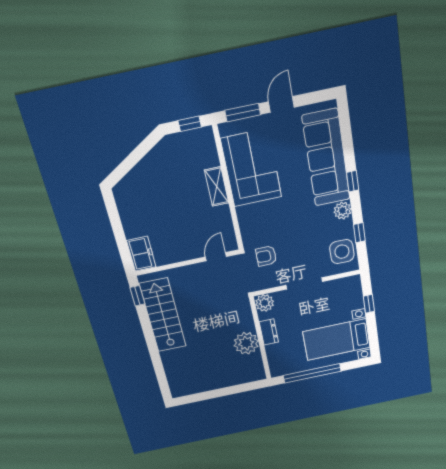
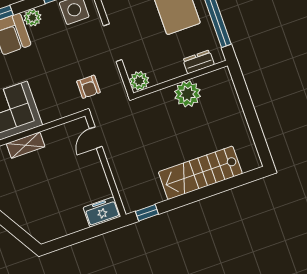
door: (216, 257) -> (96, 138), hinge flipped
stairs: (163, 315) -> (200, 173), moved
dresser: (269, 332) -> (199, 62), moved

